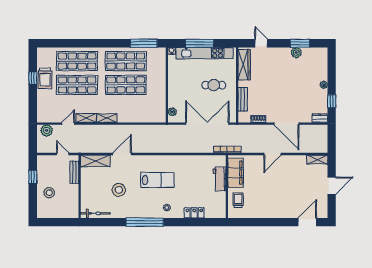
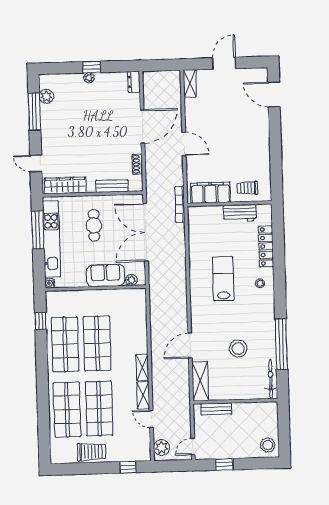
window: (144, 43) -> (41, 321), width x0.46
window: (200, 43) -> (38, 230), moved
door: (261, 43) -> (36, 163), hinge flipped
window: (300, 43) -> (34, 111), width x1.44
plant: (296, 53) -> (46, 96), moved
window: (33, 78) -> (128, 467), moved
sofa: (176, 93) -> (105, 275), added
window: (332, 101) -> (92, 67), moved
door: (63, 154) -> (193, 447), moved
door: (122, 154) -> (190, 346), hinge flipped
workbench: (220, 179) -> (240, 213), moved
lab bench: (157, 180) -> (223, 279), moved
door: (332, 186) -> (224, 63), hinge flipped
stool: (49, 193) -> (268, 445), moved
locker: (194, 213) -> (266, 246), width x1.53
window: (145, 222) -> (281, 344), moved

